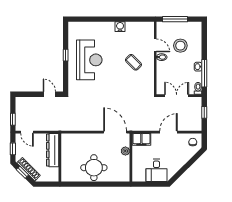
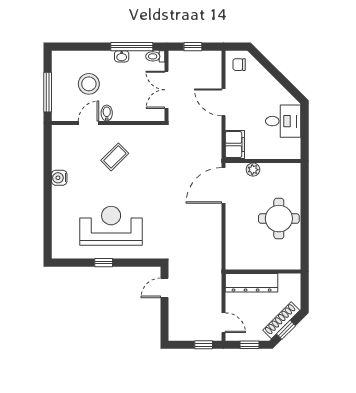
door: (27, 132) -> (223, 323), hinge flipped

